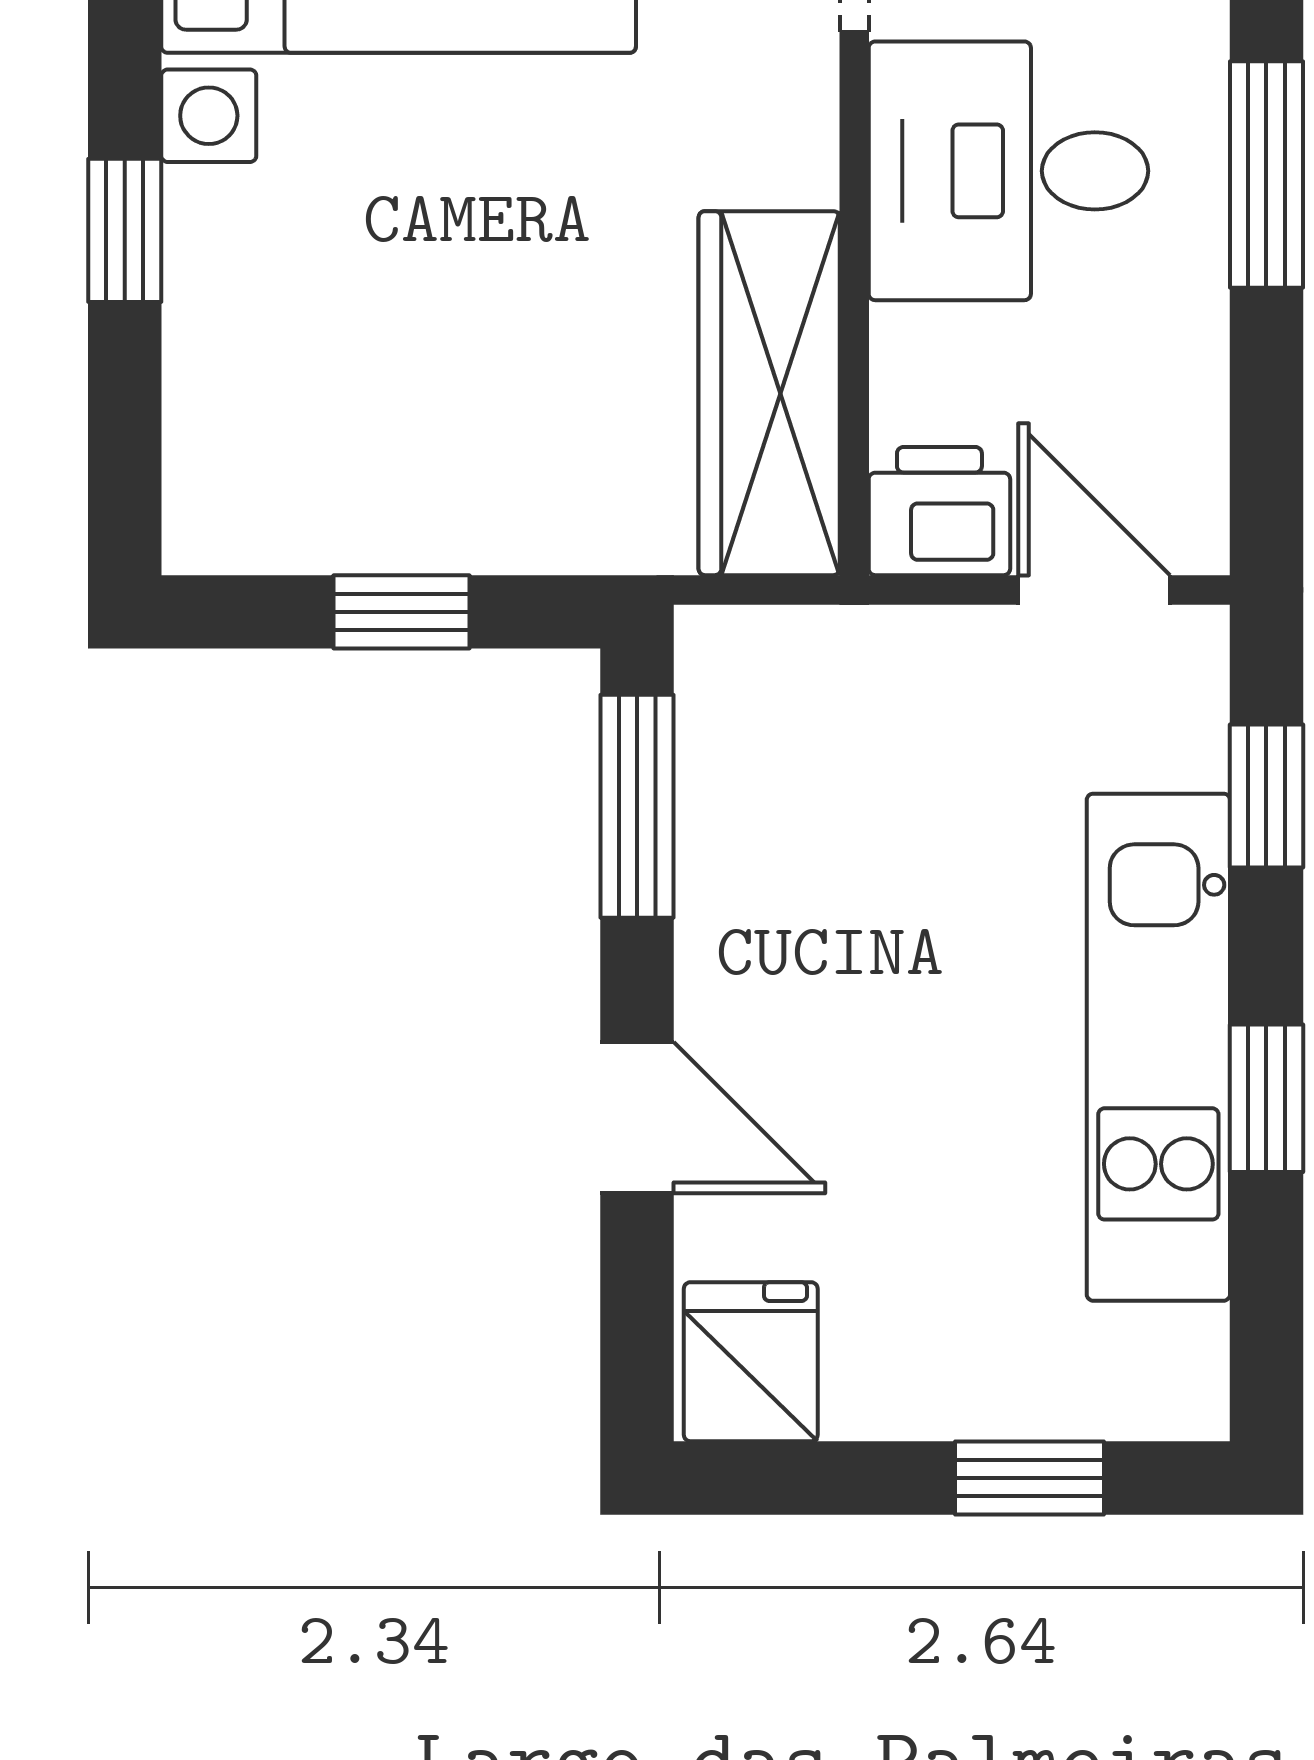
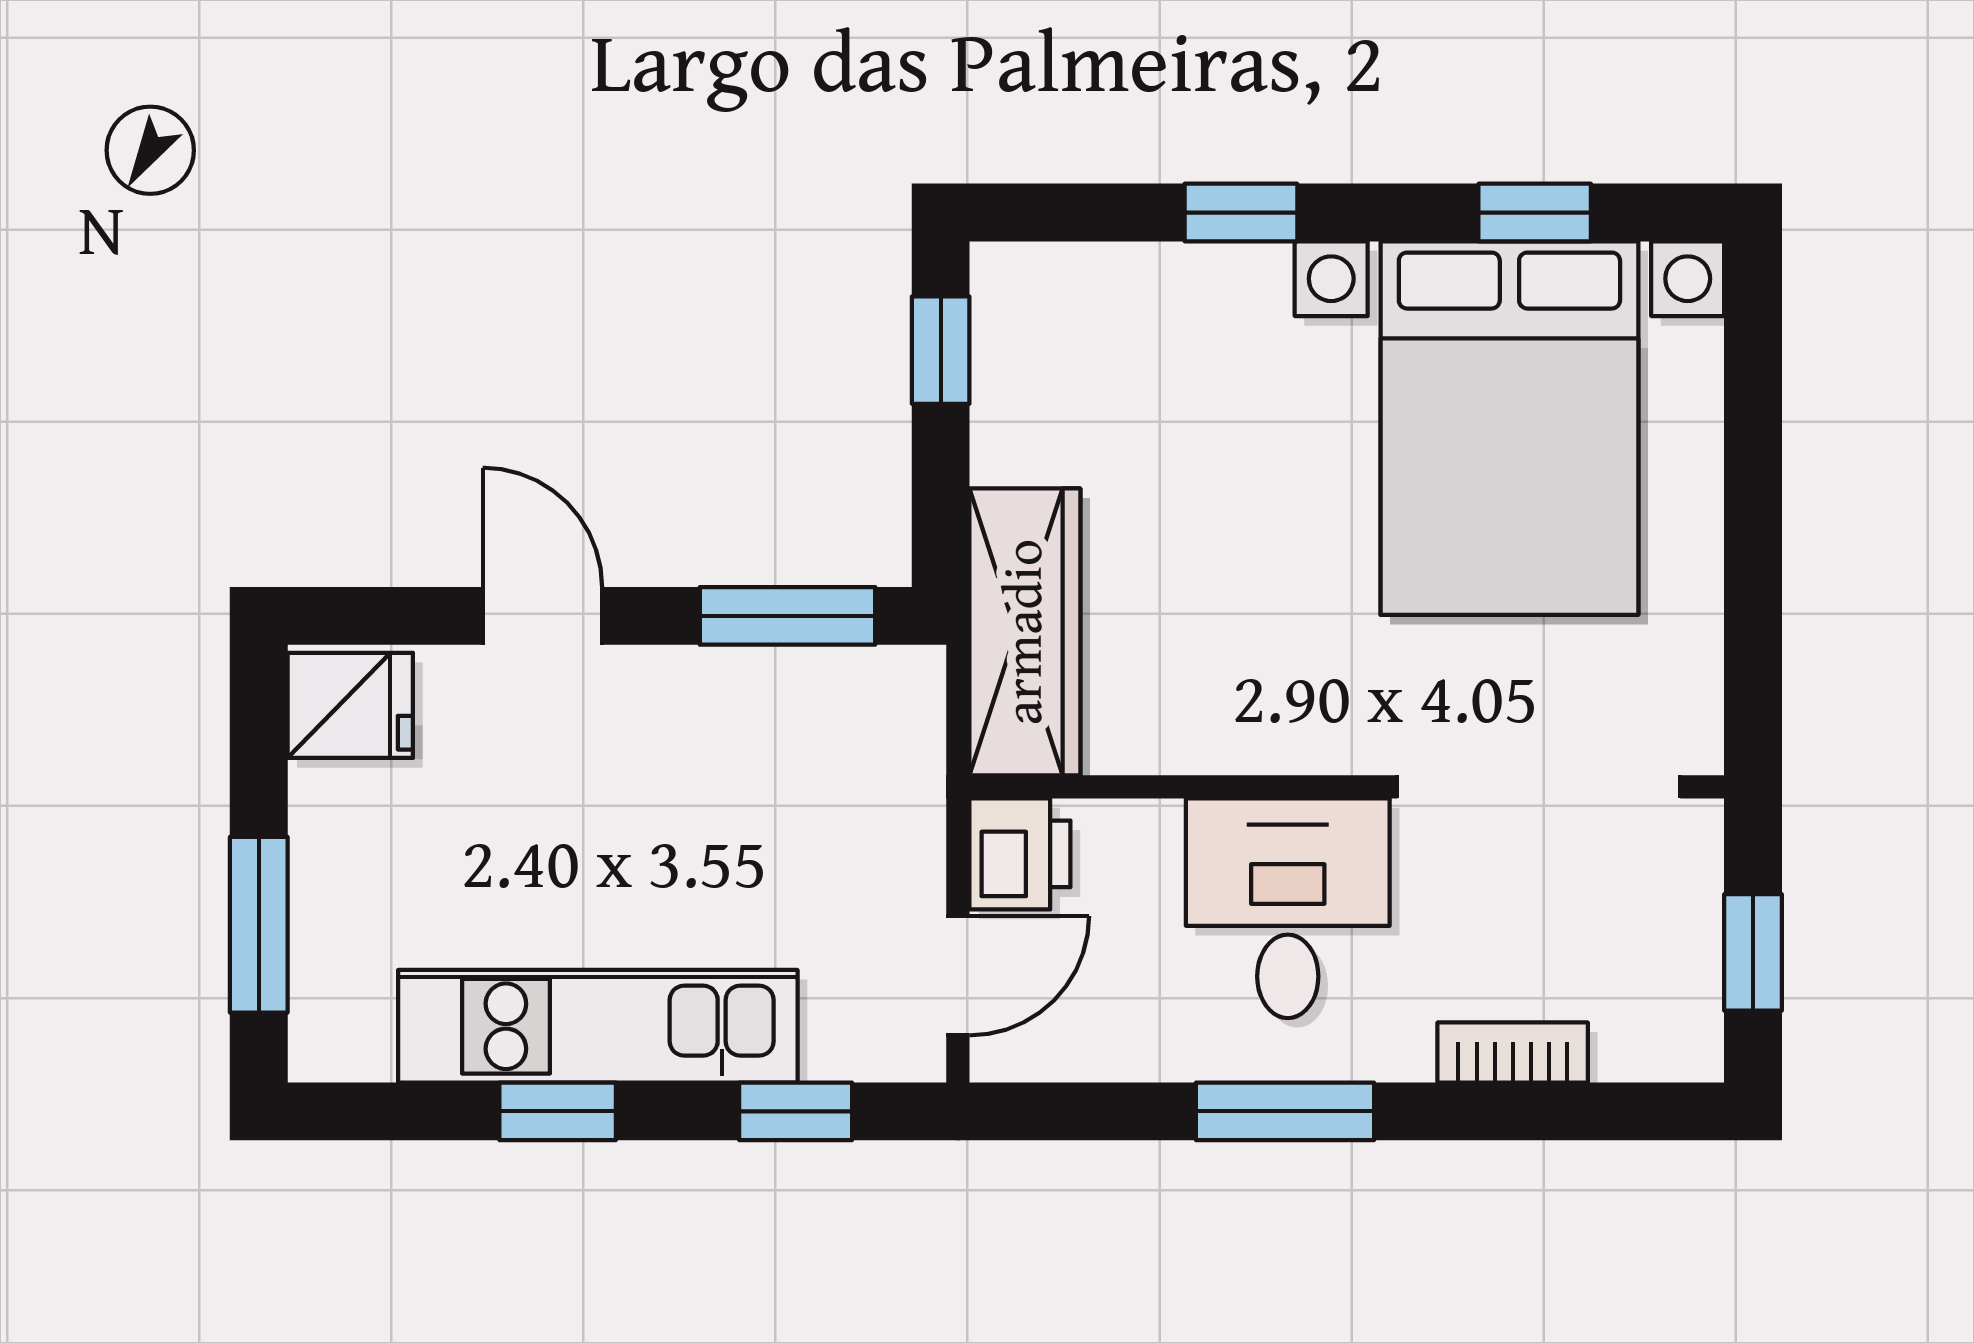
wardrobe: (769, 393) -> (1025, 632), moved, turned 90
window: (402, 612) -> (941, 350), moved
door: (637, 1118) -> (542, 616), swing flipped
window: (1029, 1478) -> (259, 925), width x1.50

